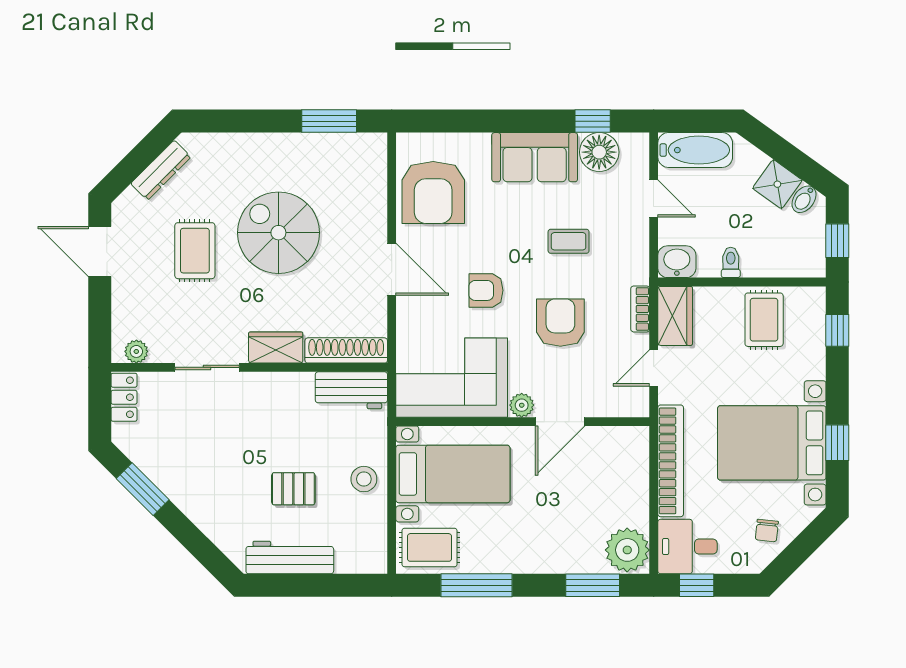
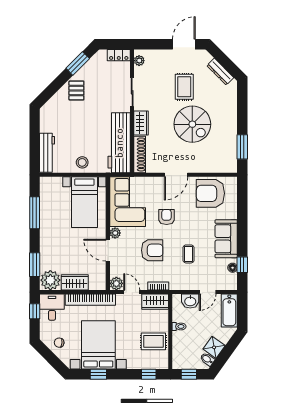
floor lamp: (599, 152) -> (233, 268), width x0.53, depth x0.53
spiral stairs: (278, 233) -> (192, 124), turned 90
rug: (195, 251) -> (184, 87), turned 90
washbasin: (677, 262) -> (190, 301), moved, turned 90
workbench: (351, 390) -> (119, 143), width x1.88, depth x1.32
plant: (635, 403) -> (116, 283), added
pallet: (293, 489) -> (76, 91), moved
wardrobe: (632, 496) -> (75, 282), added
rug: (429, 547) -> (52, 192), removed
workbench: (290, 557) -> (47, 153), moved

